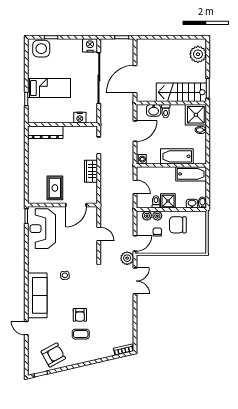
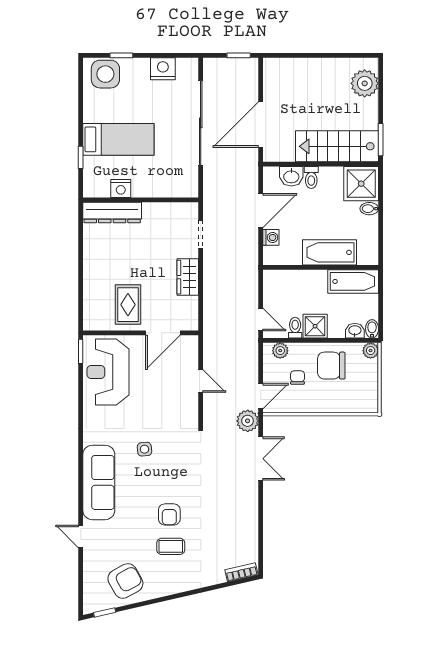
nightstand: (90, 45) -> (163, 69), moved
nightstand: (80, 118) -> (121, 188), moved
washing machine: (141, 159) -> (271, 237), moved
door: (135, 187) -> (261, 320), moved
plant: (157, 216) -> (371, 351), moved

